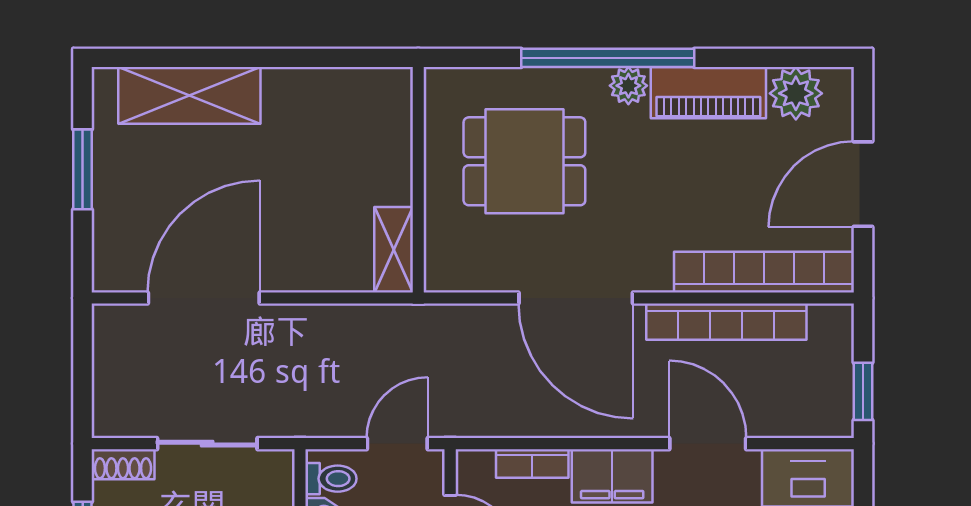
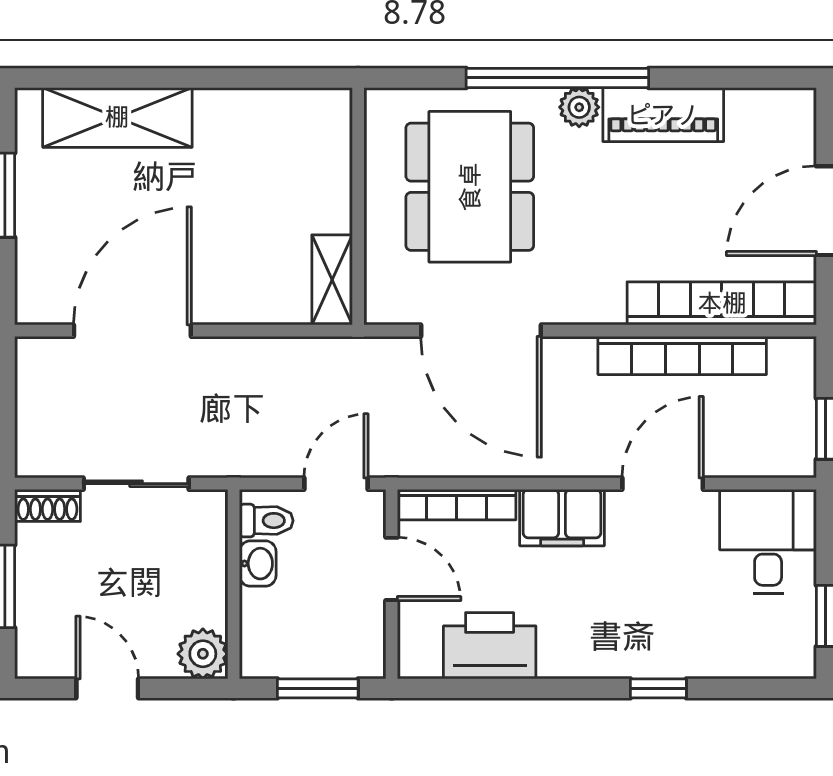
plant: (796, 93) -> (755, 115), removed
dining table: (524, 161) -> (470, 187), width x1.38
door: (576, 298) -> (481, 331), moved
door: (708, 444) -> (663, 484), hinge flipped
bookcase: (532, 463) -> (457, 505), width x1.56

